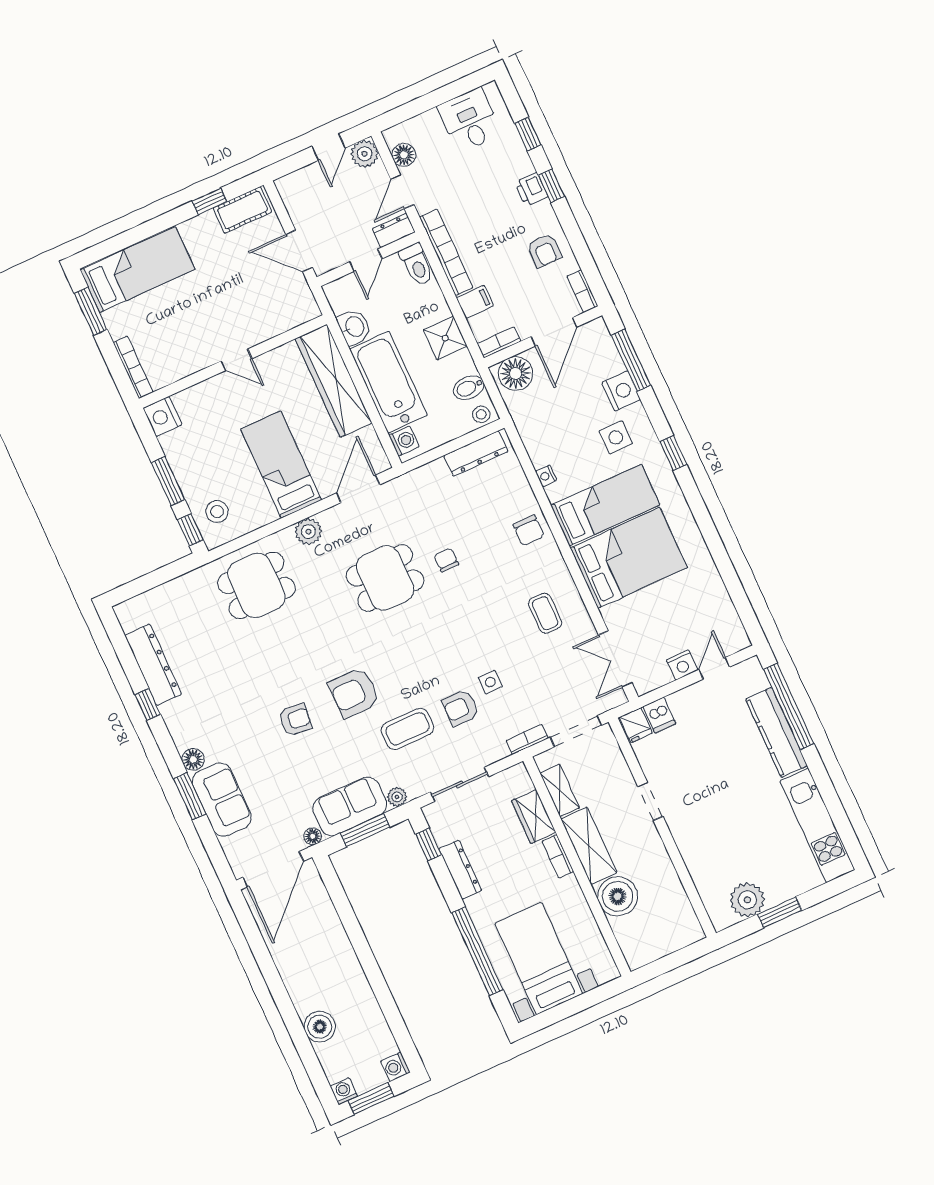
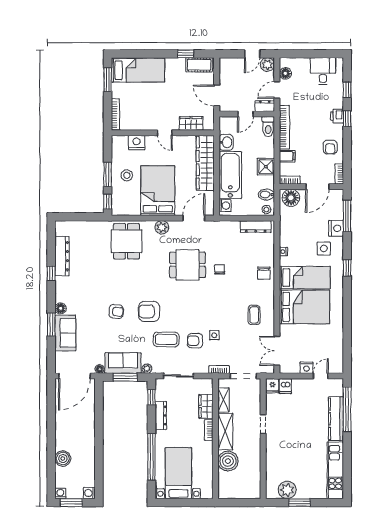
wardrobe: (276, 322) -> (191, 123), added
nightstand: (162, 416) -> (137, 143), moved, turned 90
bed: (281, 465) -> (158, 191), width x1.50
stool: (217, 512) -> (127, 175), moved
dining table: (256, 585) -> (126, 241), turned 90

